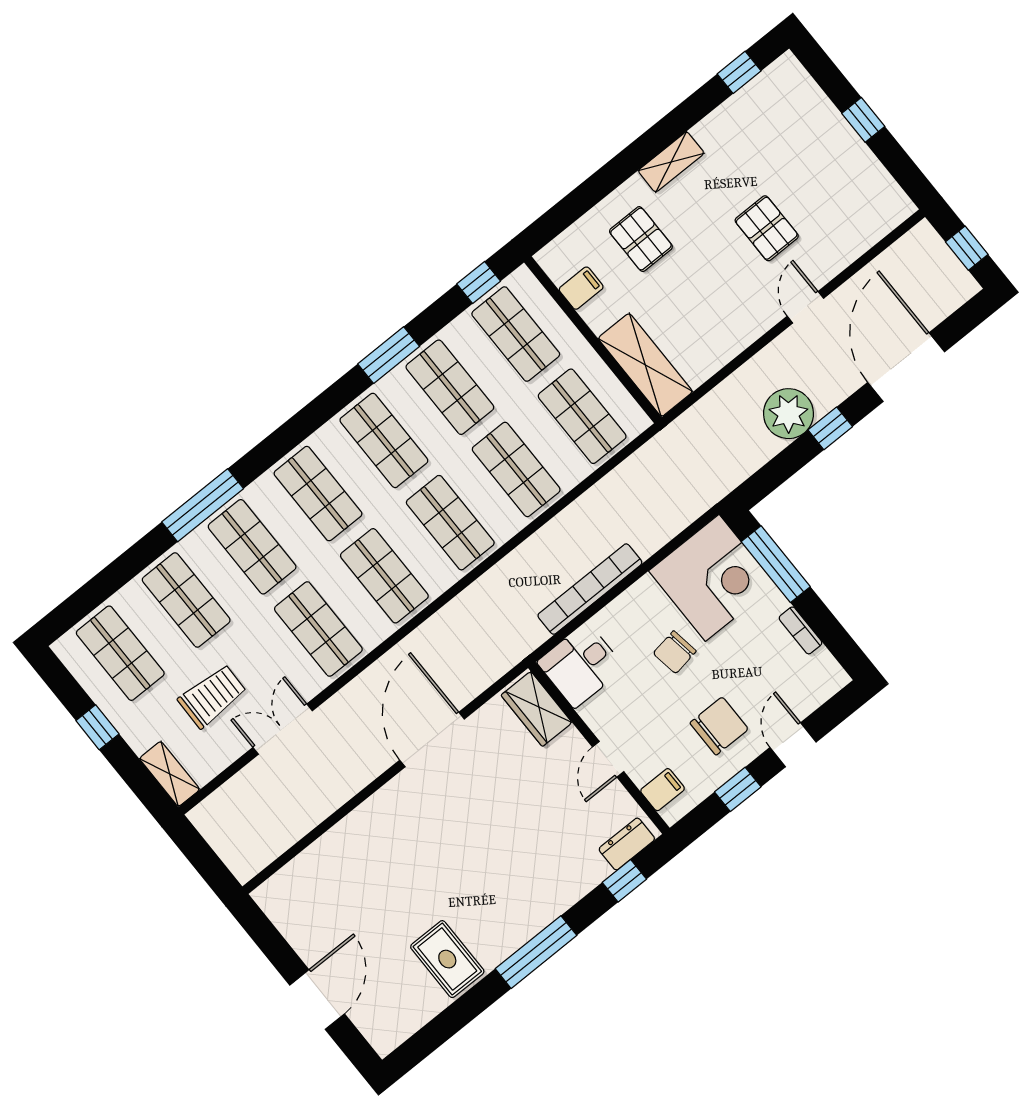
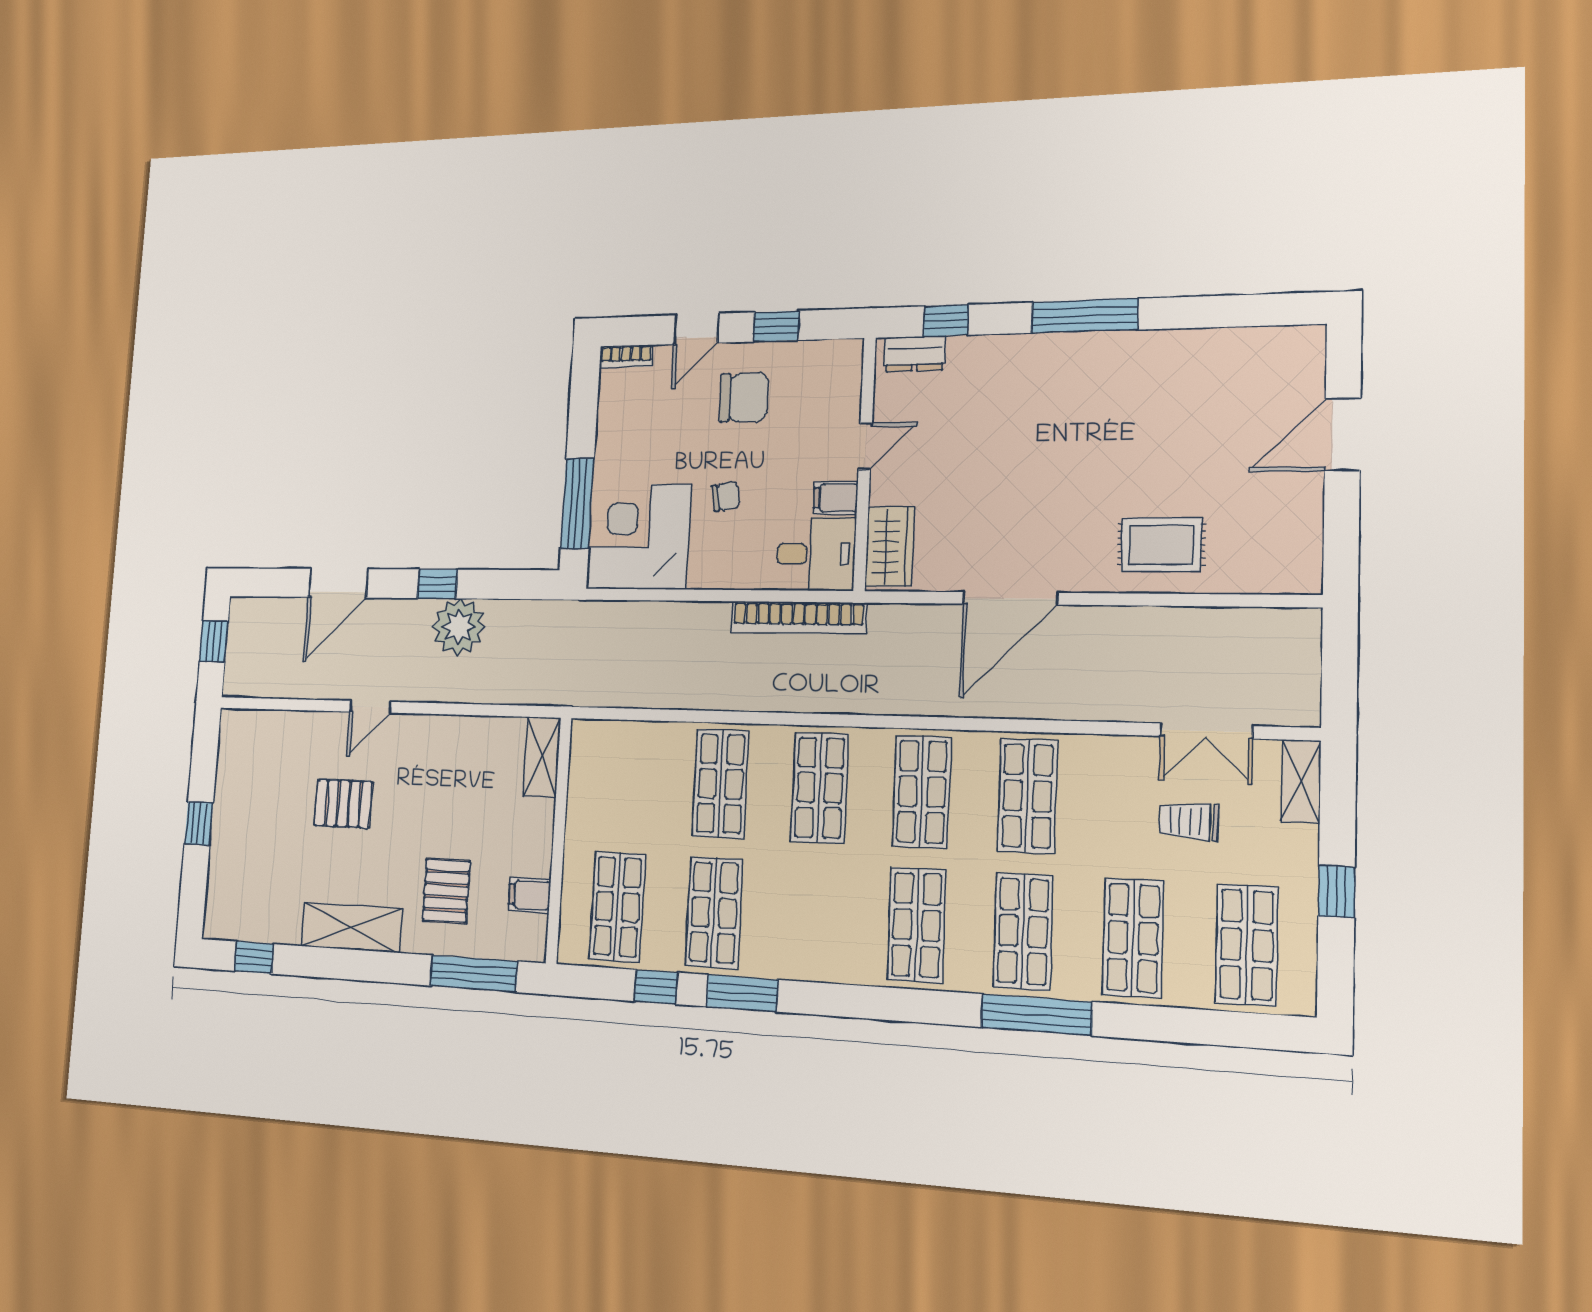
shelving: (671, 162) -> (351, 927), width x1.50, depth x1.33
window: (574, 205) -> (474, 974), added
pallet: (767, 228) -> (343, 803), turned 90
window: (479, 282) -> (656, 987), moved
shelving: (645, 365) -> (542, 757), width x0.67, depth x0.75
door: (906, 367) -> (338, 583), width x0.73
shop shelf: (582, 416) -> (625, 780), removed
shop shelf: (384, 440) -> (814, 919), removed
bookcase: (590, 589) -> (798, 618), moved
bookcase: (801, 630) -> (626, 356), moved, turned 90
chair: (675, 652) -> (726, 497), width x0.73, depth x0.73
trolley: (212, 696) -> (1189, 821), width x0.73, depth x0.72
chair: (719, 726) -> (744, 397), turned 180
double door: (283, 729) -> (1206, 731), moved
filing cabinet: (663, 790) -> (836, 498), moved
rug: (447, 959) -> (1161, 545), moved, turned 90

